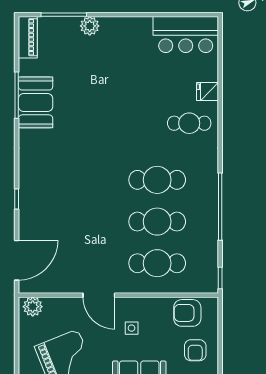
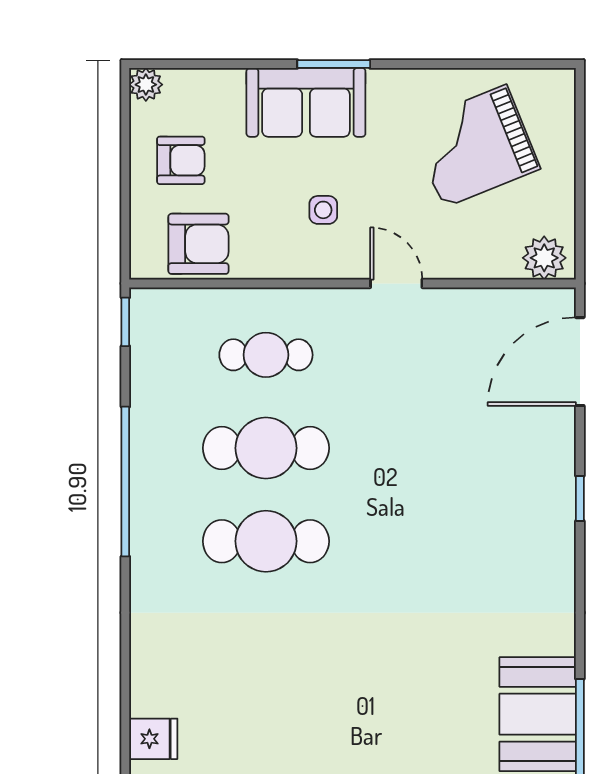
cafe table: (189, 123) -> (194, 668), removed
cafe table: (157, 263) -> (266, 355), width x0.73, depth x0.74
door: (99, 295) -> (396, 283), width x0.73
armchair: (195, 350) -> (181, 160), turned 90

